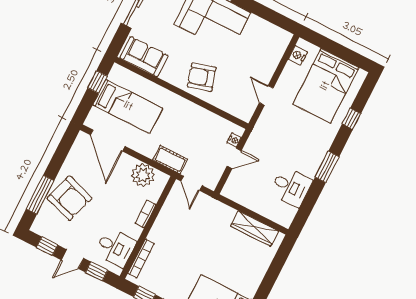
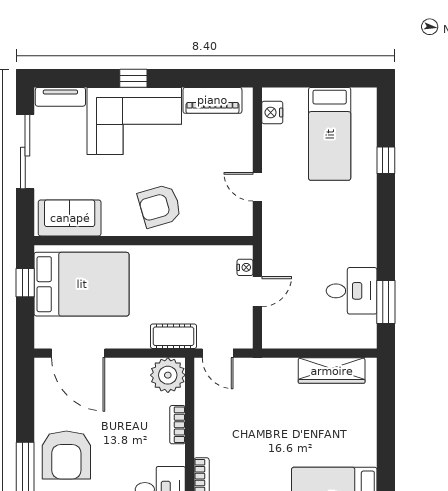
piano: (266, 30) -> (212, 100), added
bed: (326, 86) -> (330, 134), width x0.67
bed: (128, 107) -> (82, 284), width x1.50
window: (327, 167) -> (386, 302), moved
plant: (143, 175) -> (168, 375), moved
armchair: (69, 198) -> (66, 455), turned 72

